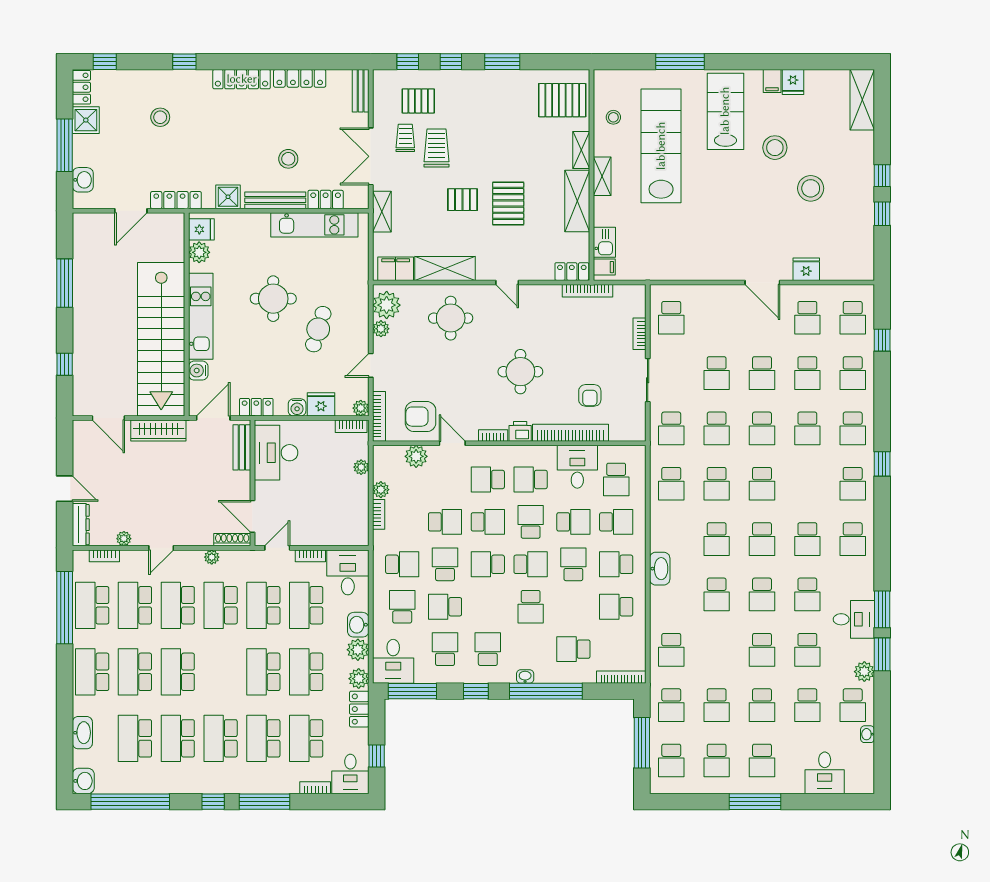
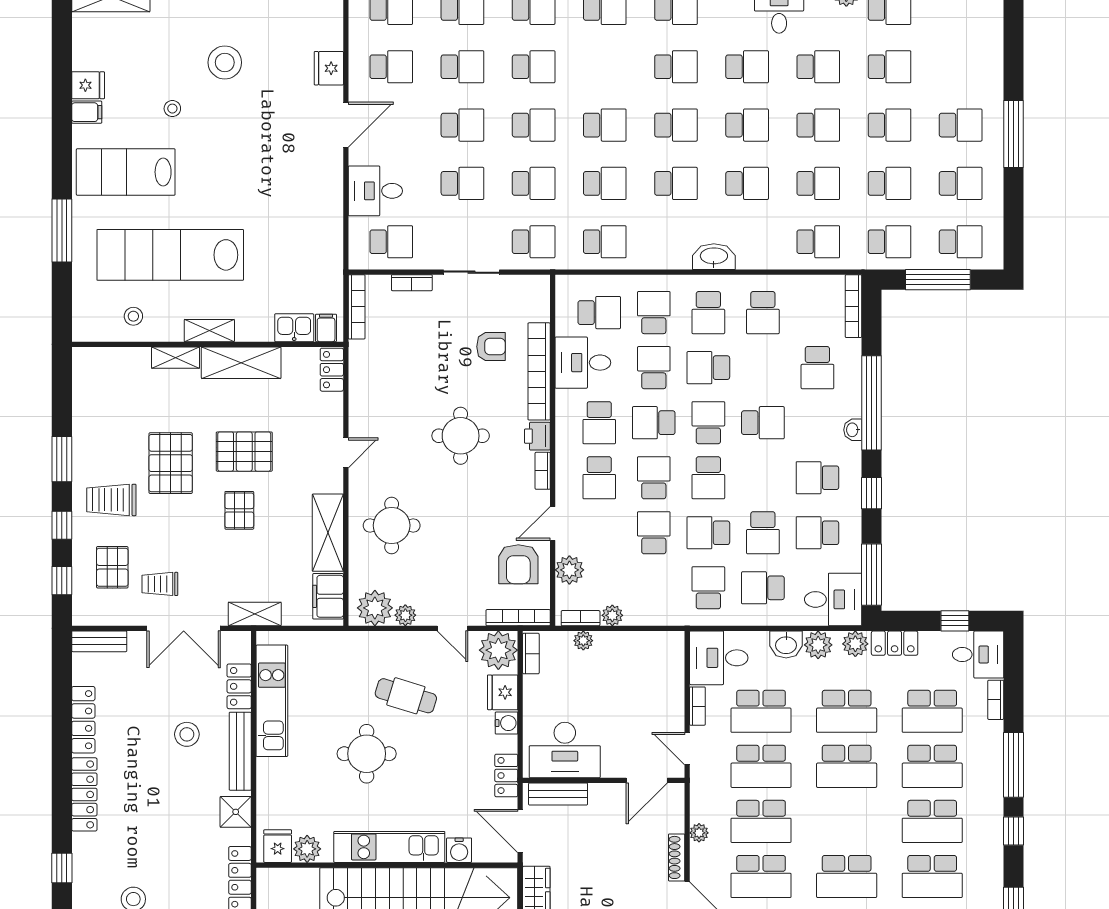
pallet: (562, 100) -> (171, 463), moved
trolley: (437, 148) -> (111, 500), moved
stool: (775, 148) -> (172, 109), width x0.53, depth x0.53
bookcase: (588, 291) -> (357, 307), moved
plant: (361, 408) -> (498, 650), width x1.88, depth x1.88
bookcase: (379, 514) -> (581, 618), moved
shoe rack: (232, 540) -> (677, 857), moved
school desk: (717, 650) -> (818, 183), added
desk: (825, 773) -> (375, 191), moved, turned 180

